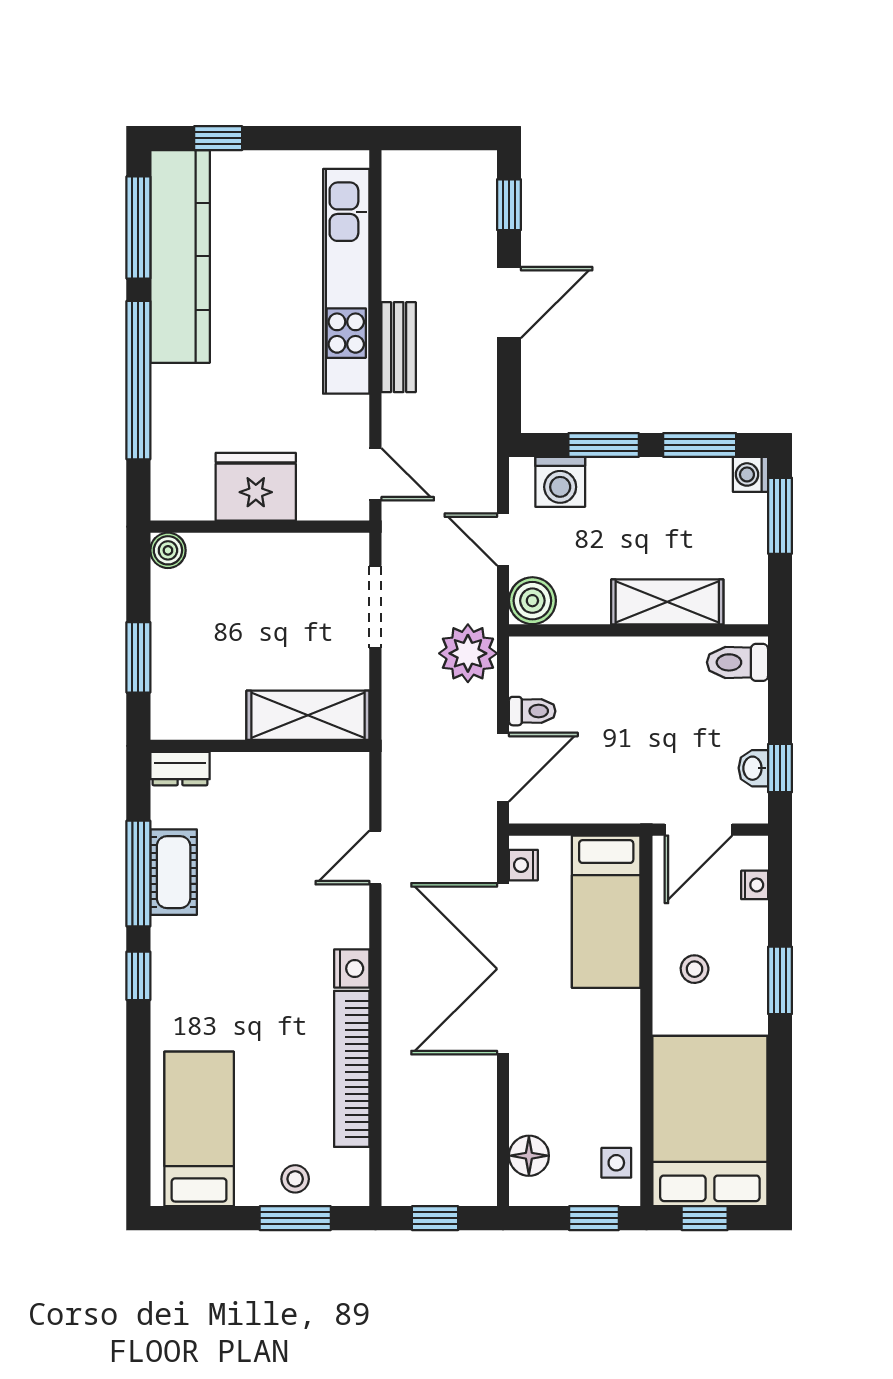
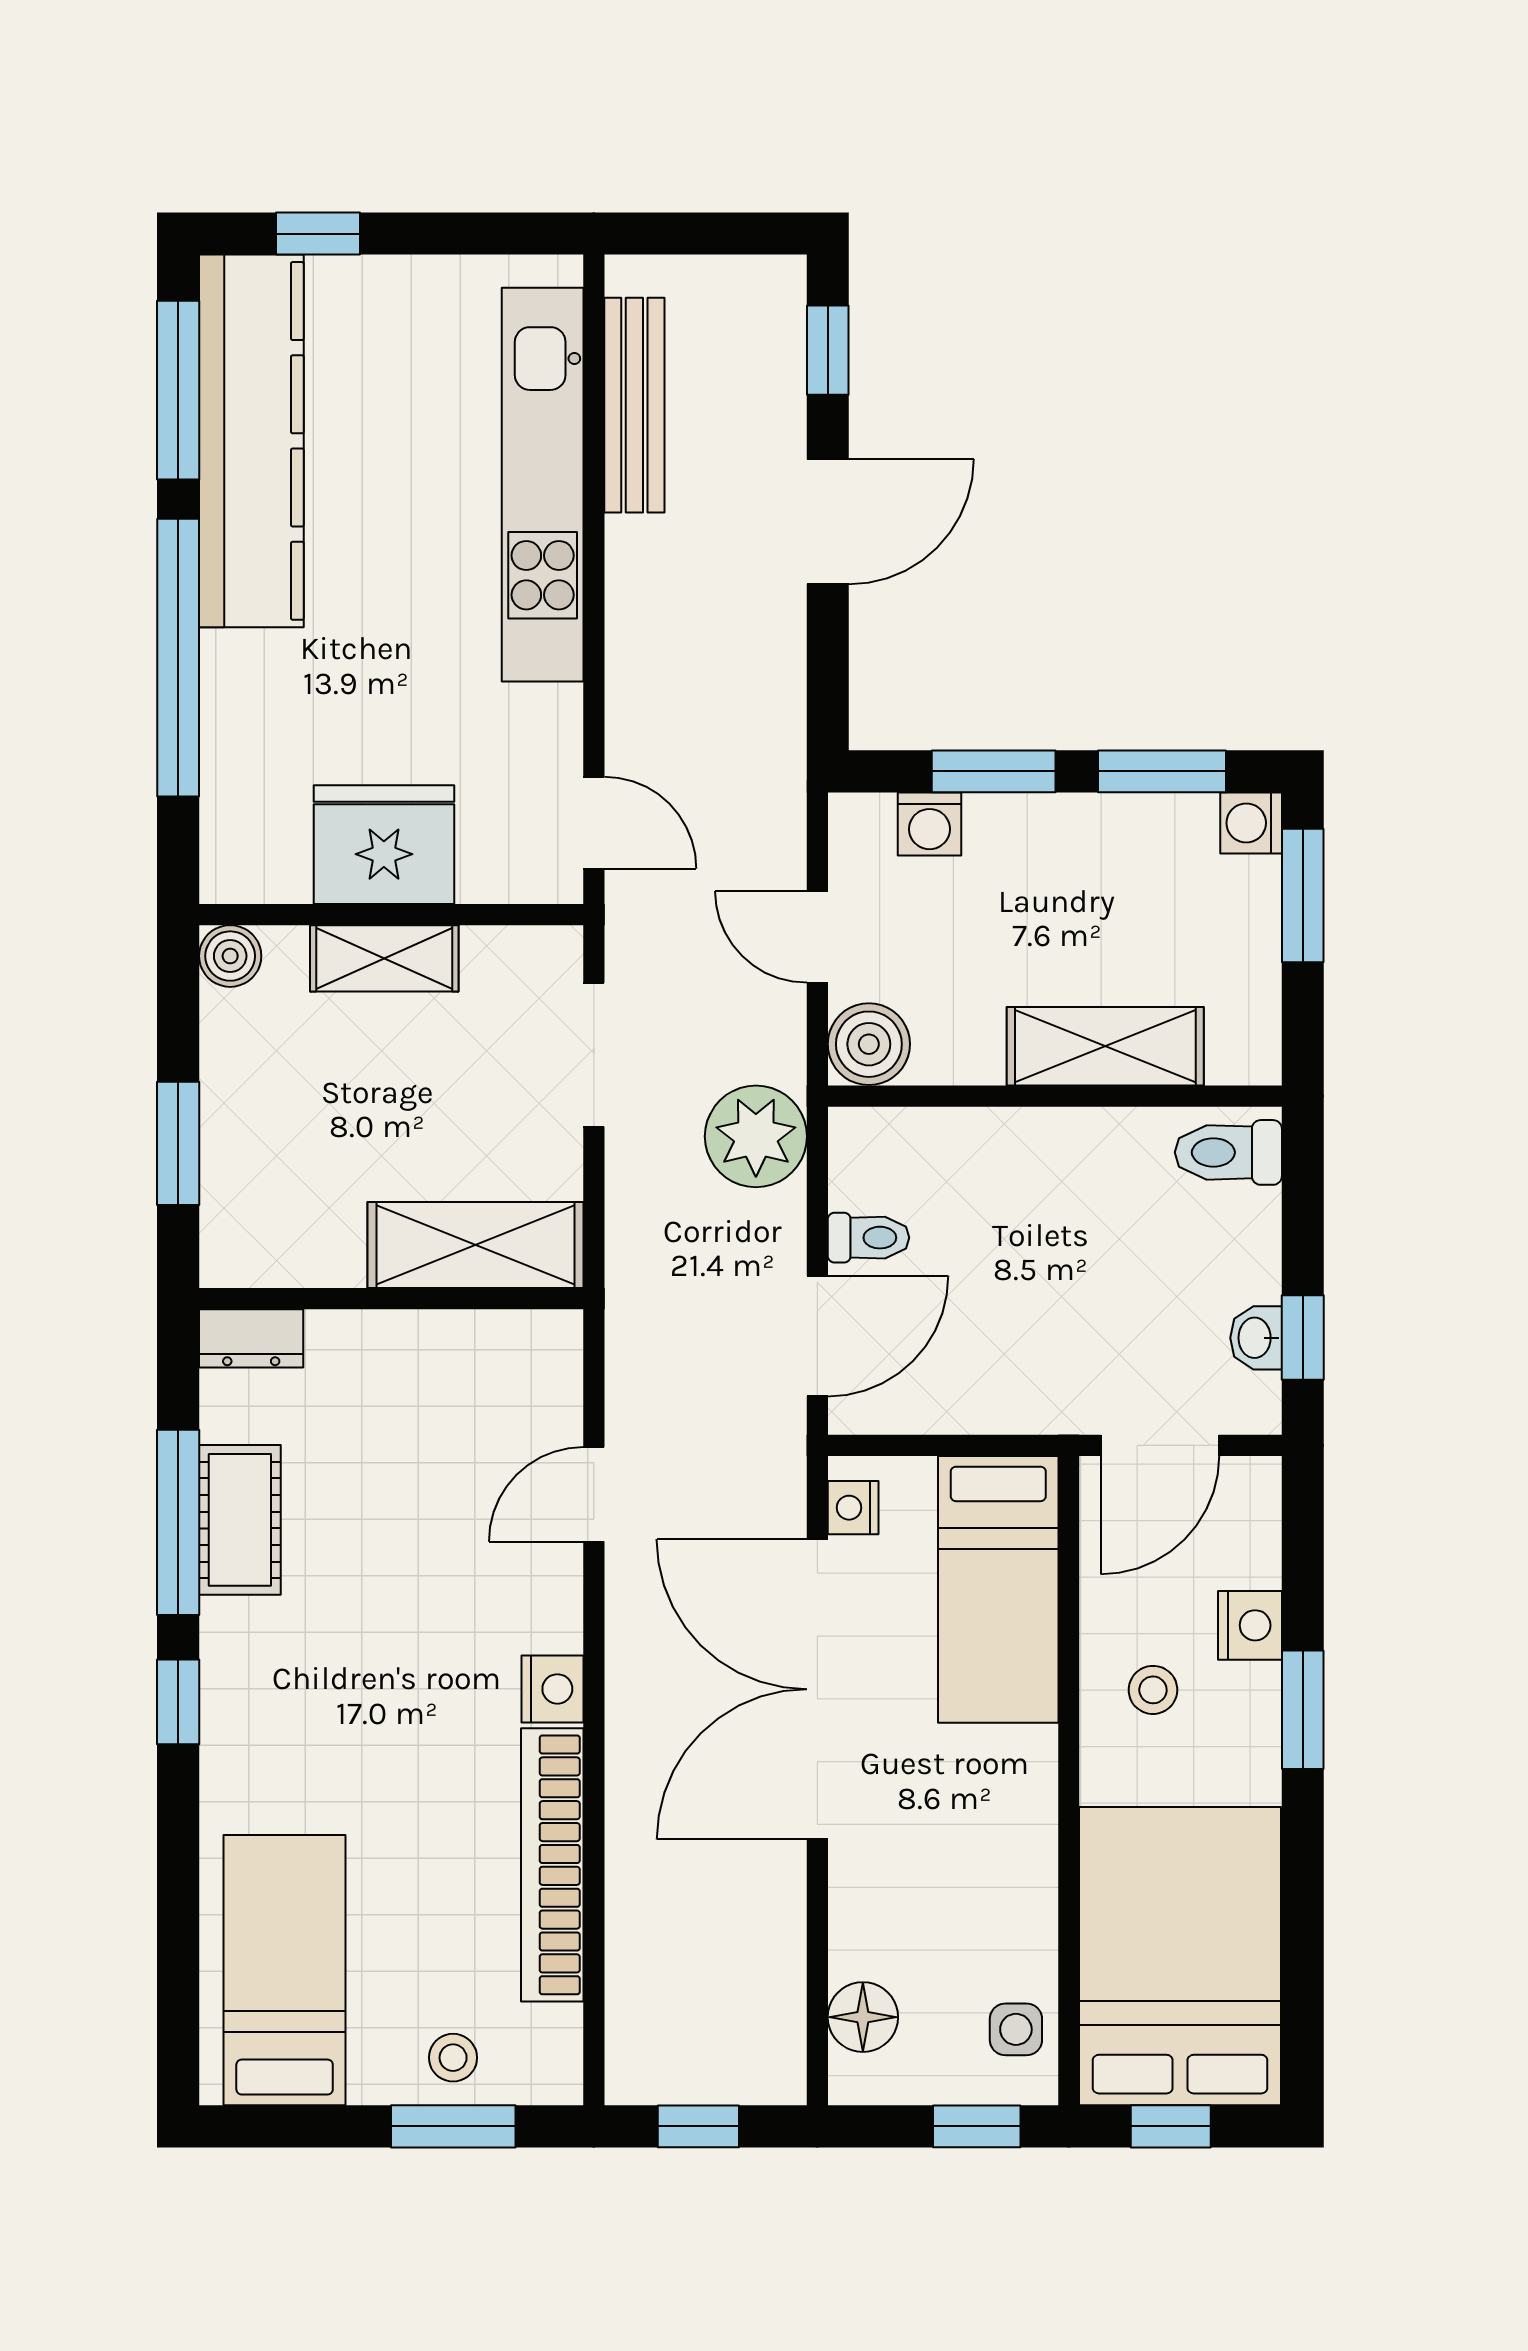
bench: (399, 347) -> (634, 405), moved, width x1.36
washing machine: (560, 482) -> (930, 824), width x0.73, depth x0.73
shelving: (256, 552) -> (384, 958), added
nightstand: (755, 885) -> (1250, 1625), moved, width x1.39, depth x1.35

